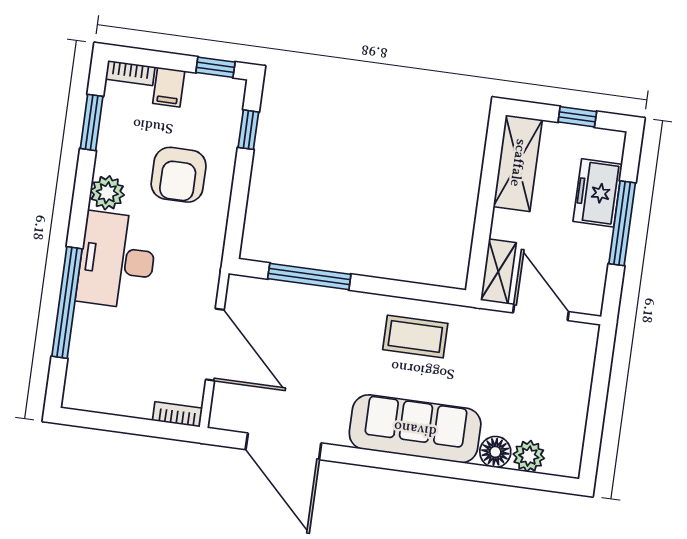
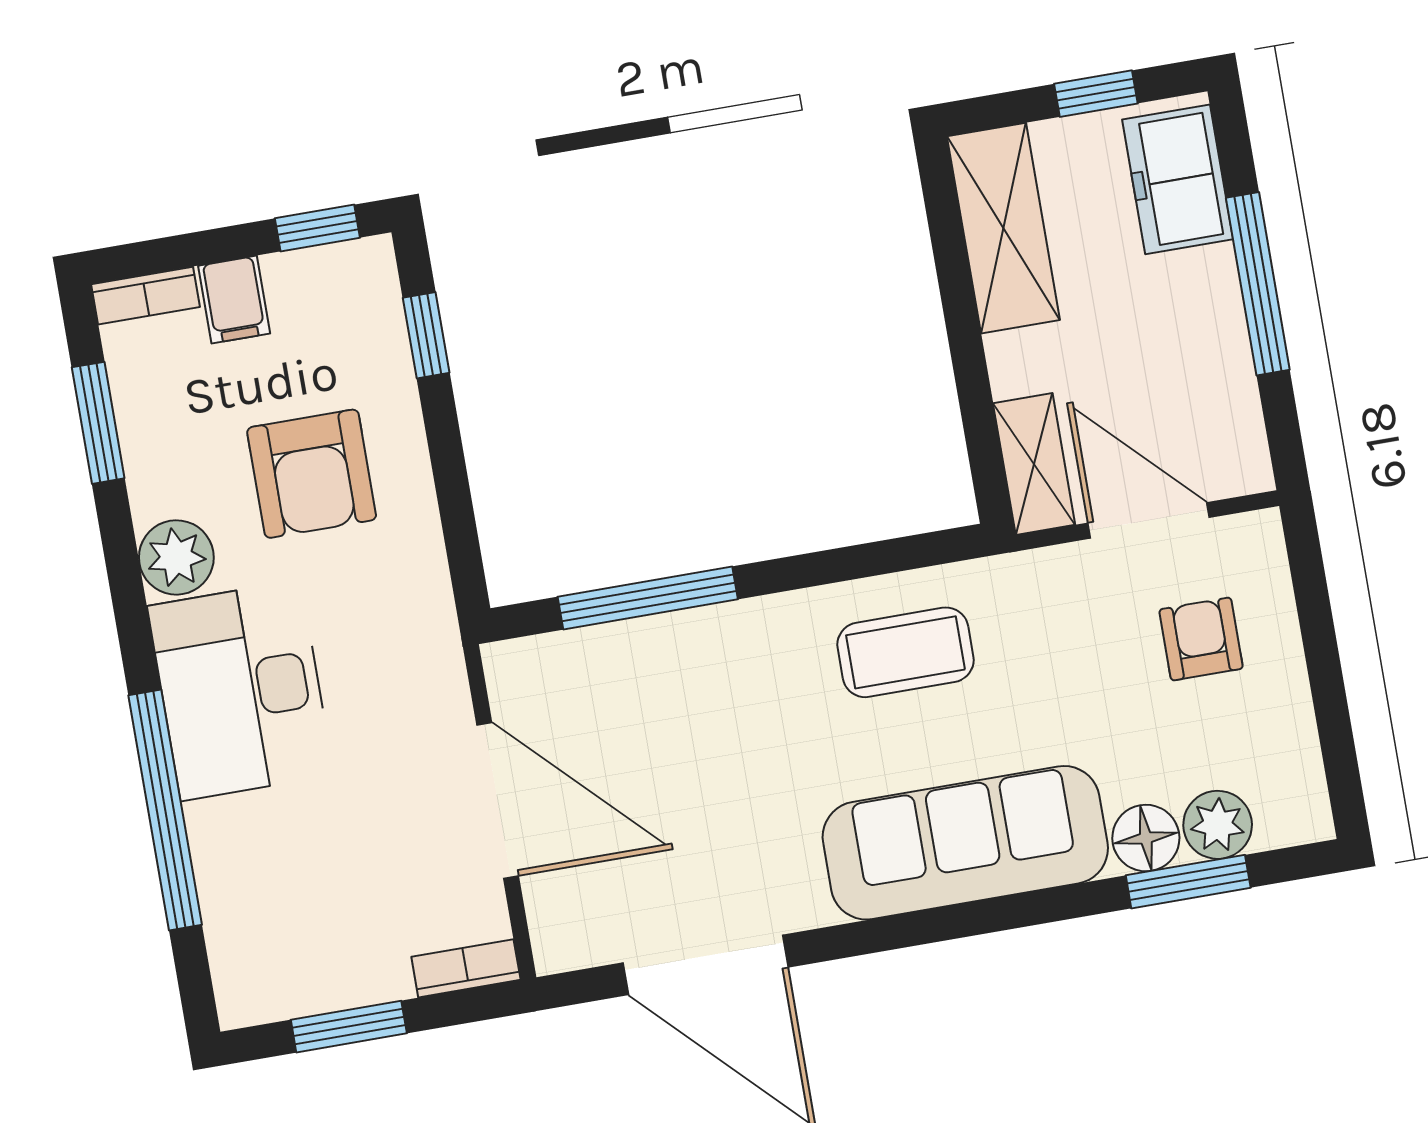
freezer: (598, 193) -> (1178, 179), moved
armchair: (547, 372) -> (1201, 639), added
window: (118, 424) -> (349, 1027), added
window: (508, 477) -> (1188, 882), added

